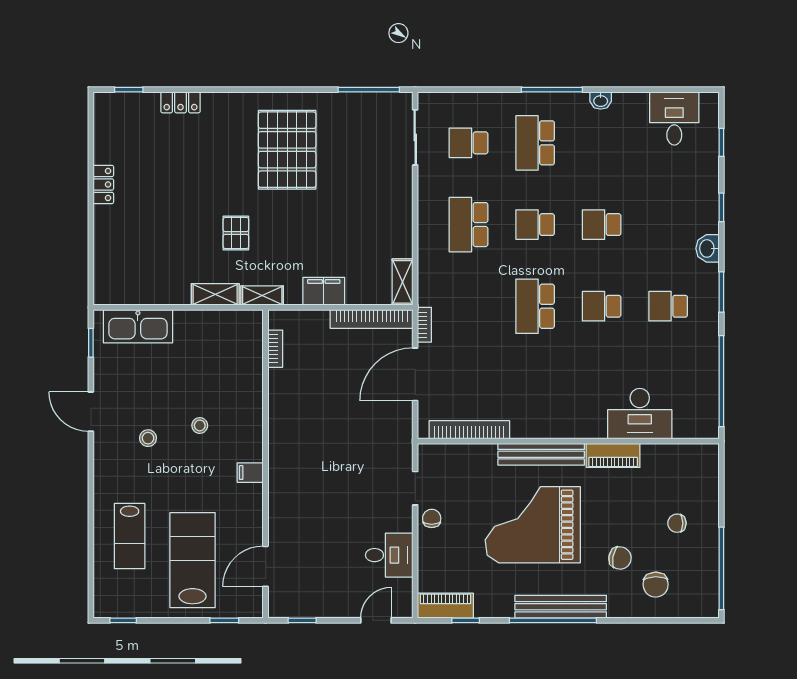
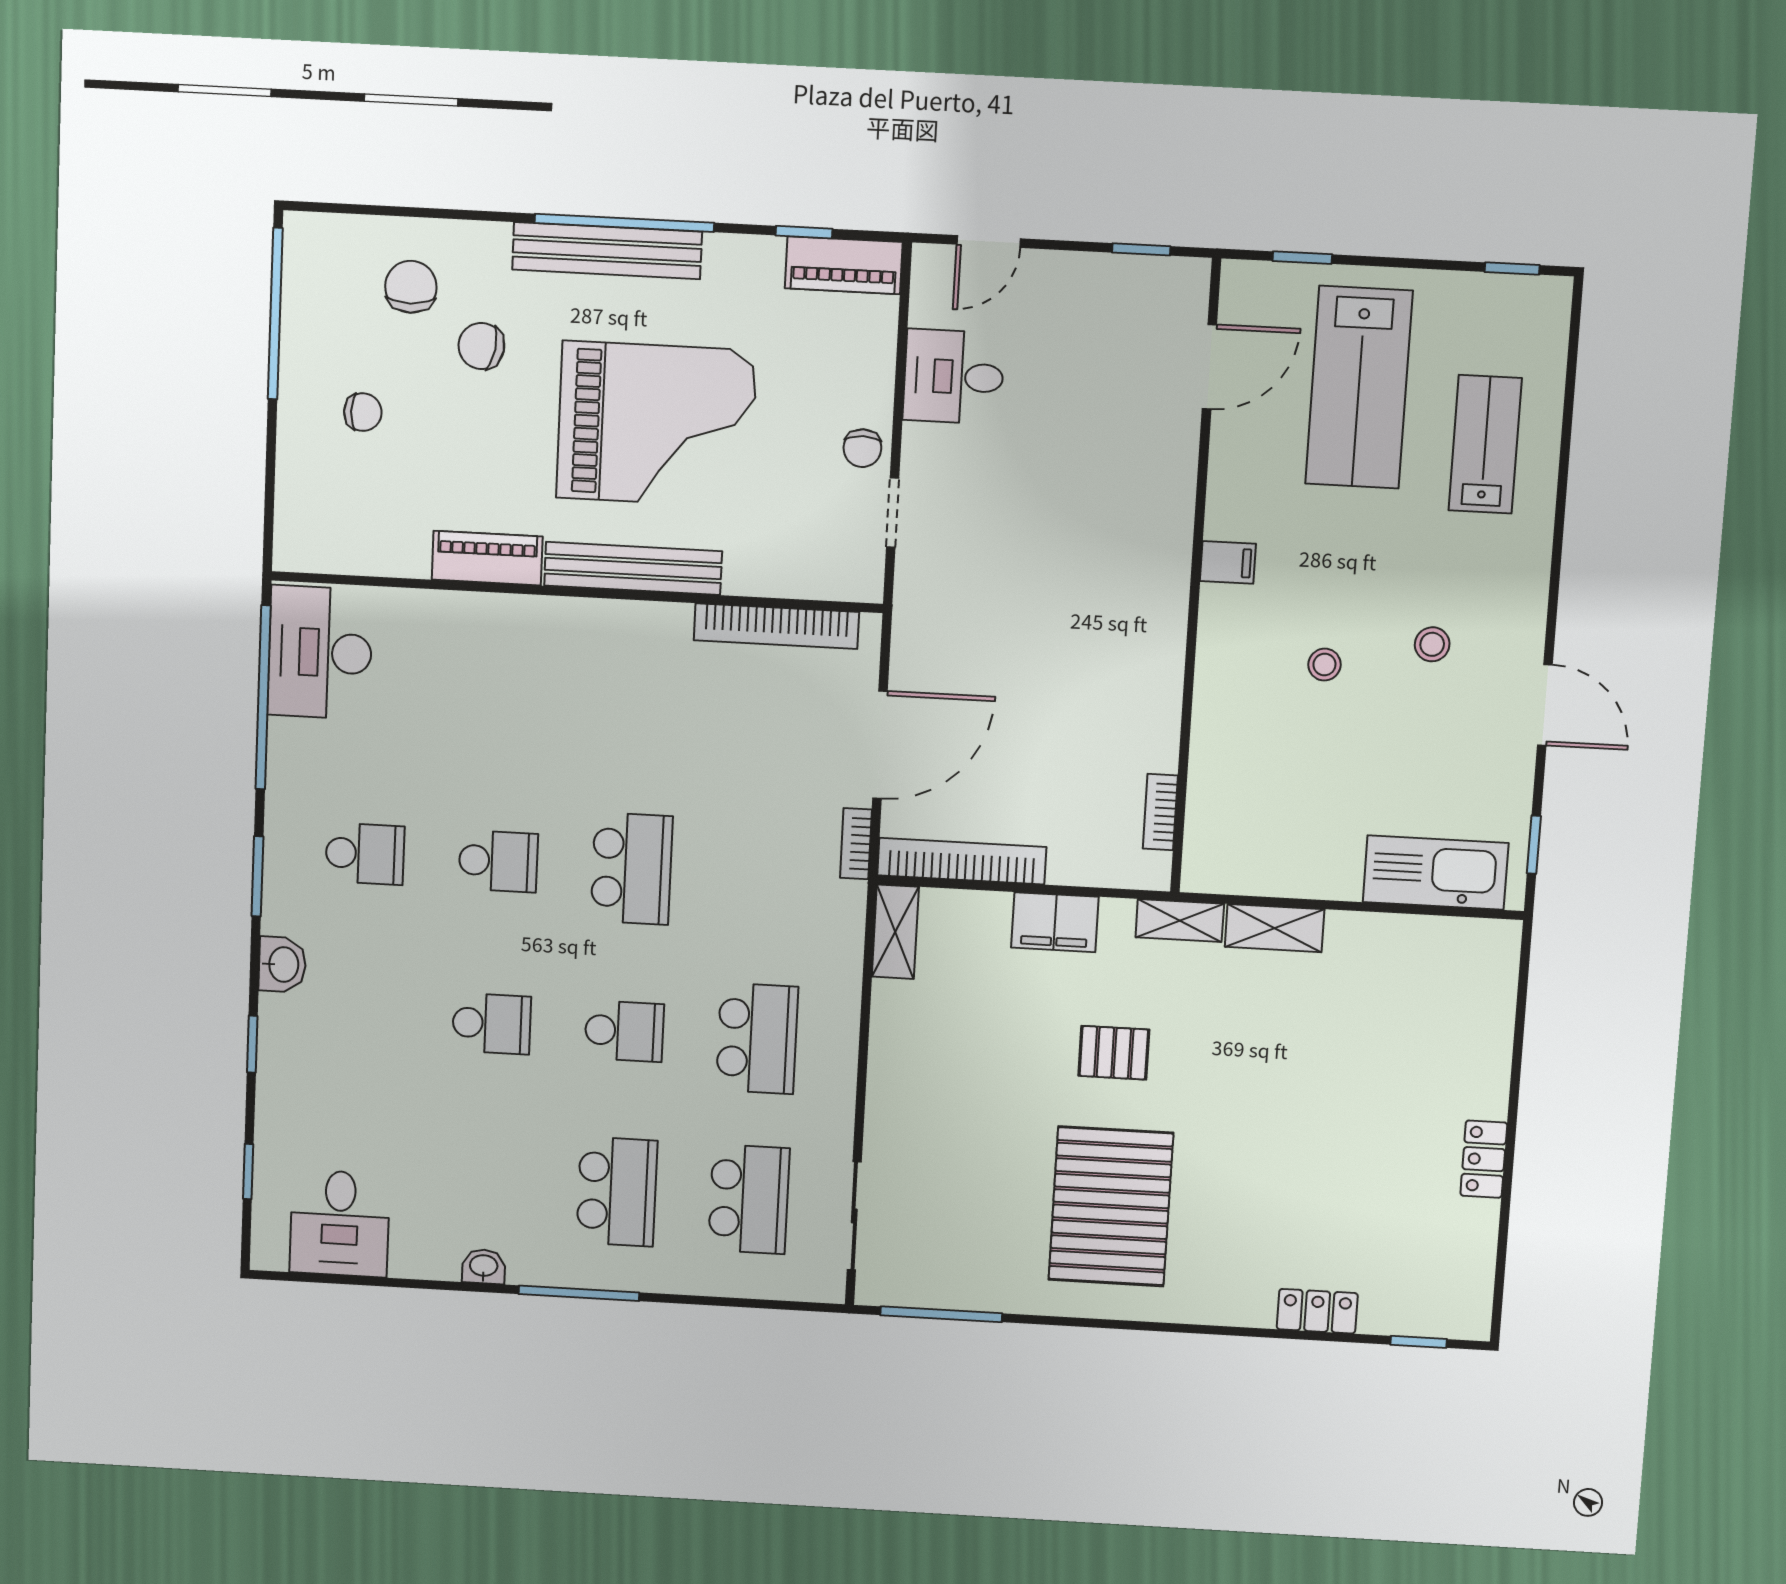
school desk: (469, 143) -> (749, 1199), width x1.85
pallet: (236, 233) -> (1114, 1053), moved, turned 90
desk: (640, 414) -> (320, 652), moved, turned -90

